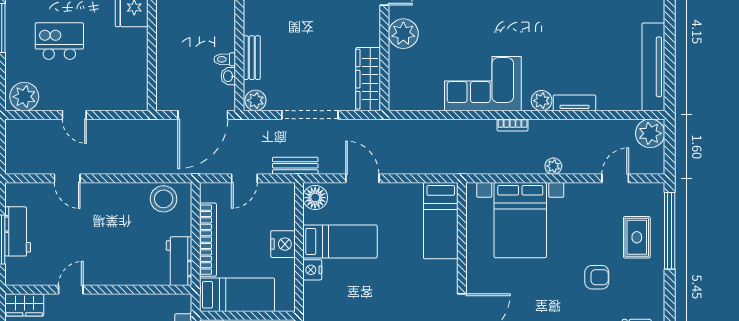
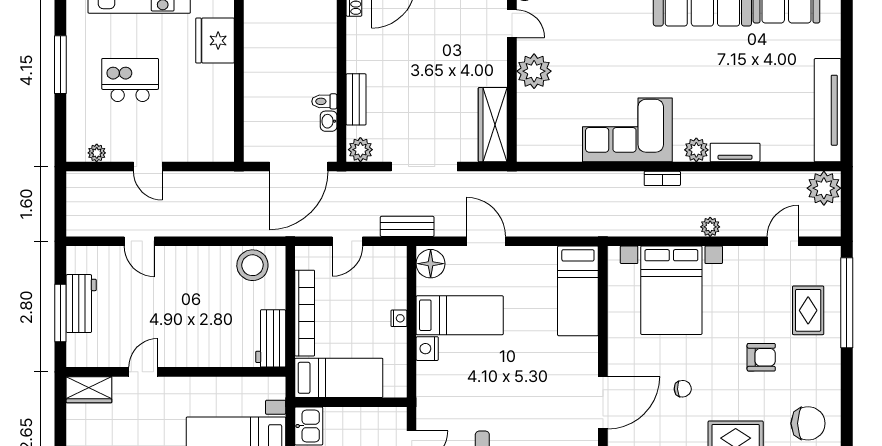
plant: (24, 97) -> (97, 153), width x0.53, depth x0.53
nightstand: (283, 244) -> (399, 318), width x0.53, depth x0.56
chair: (530, 304) -> (683, 389), added

